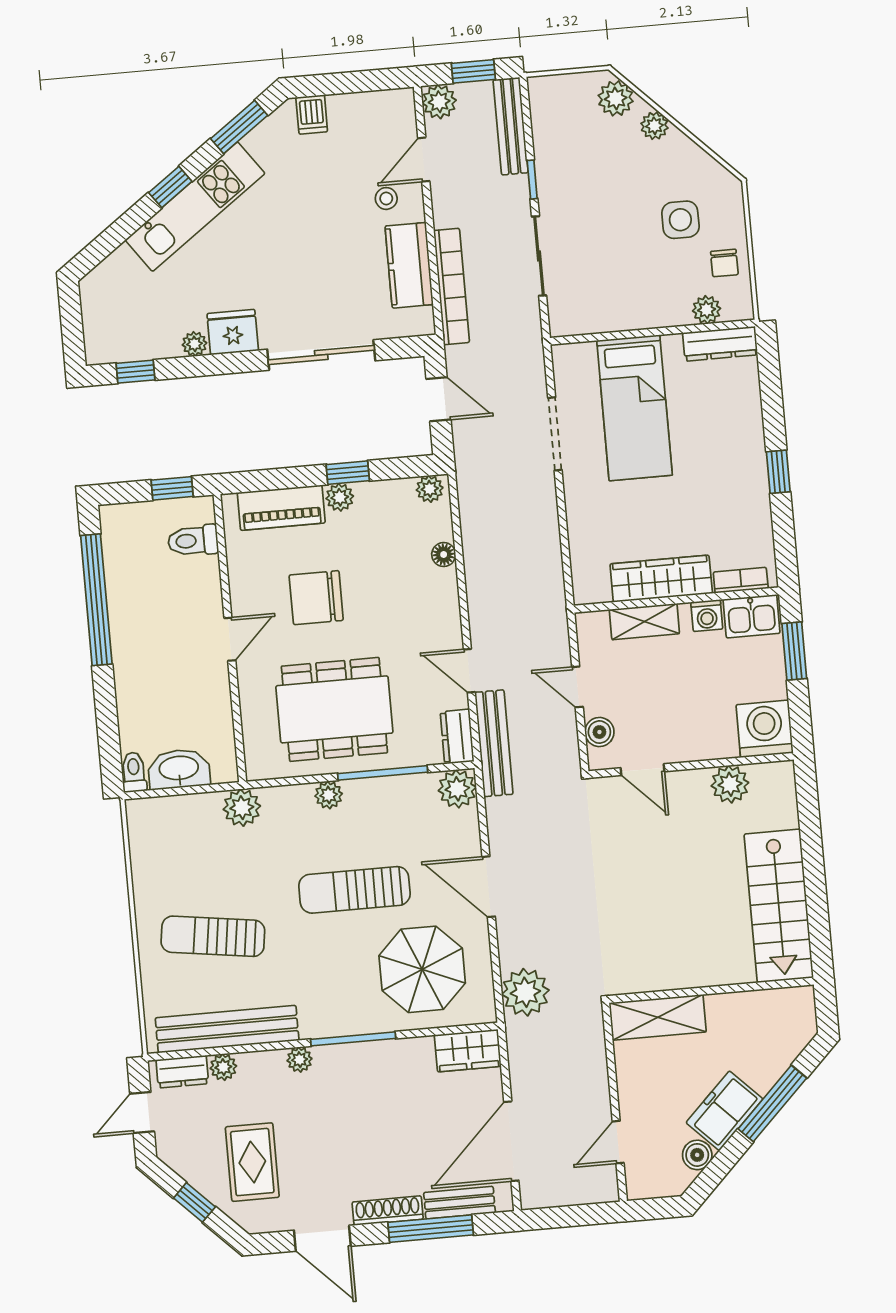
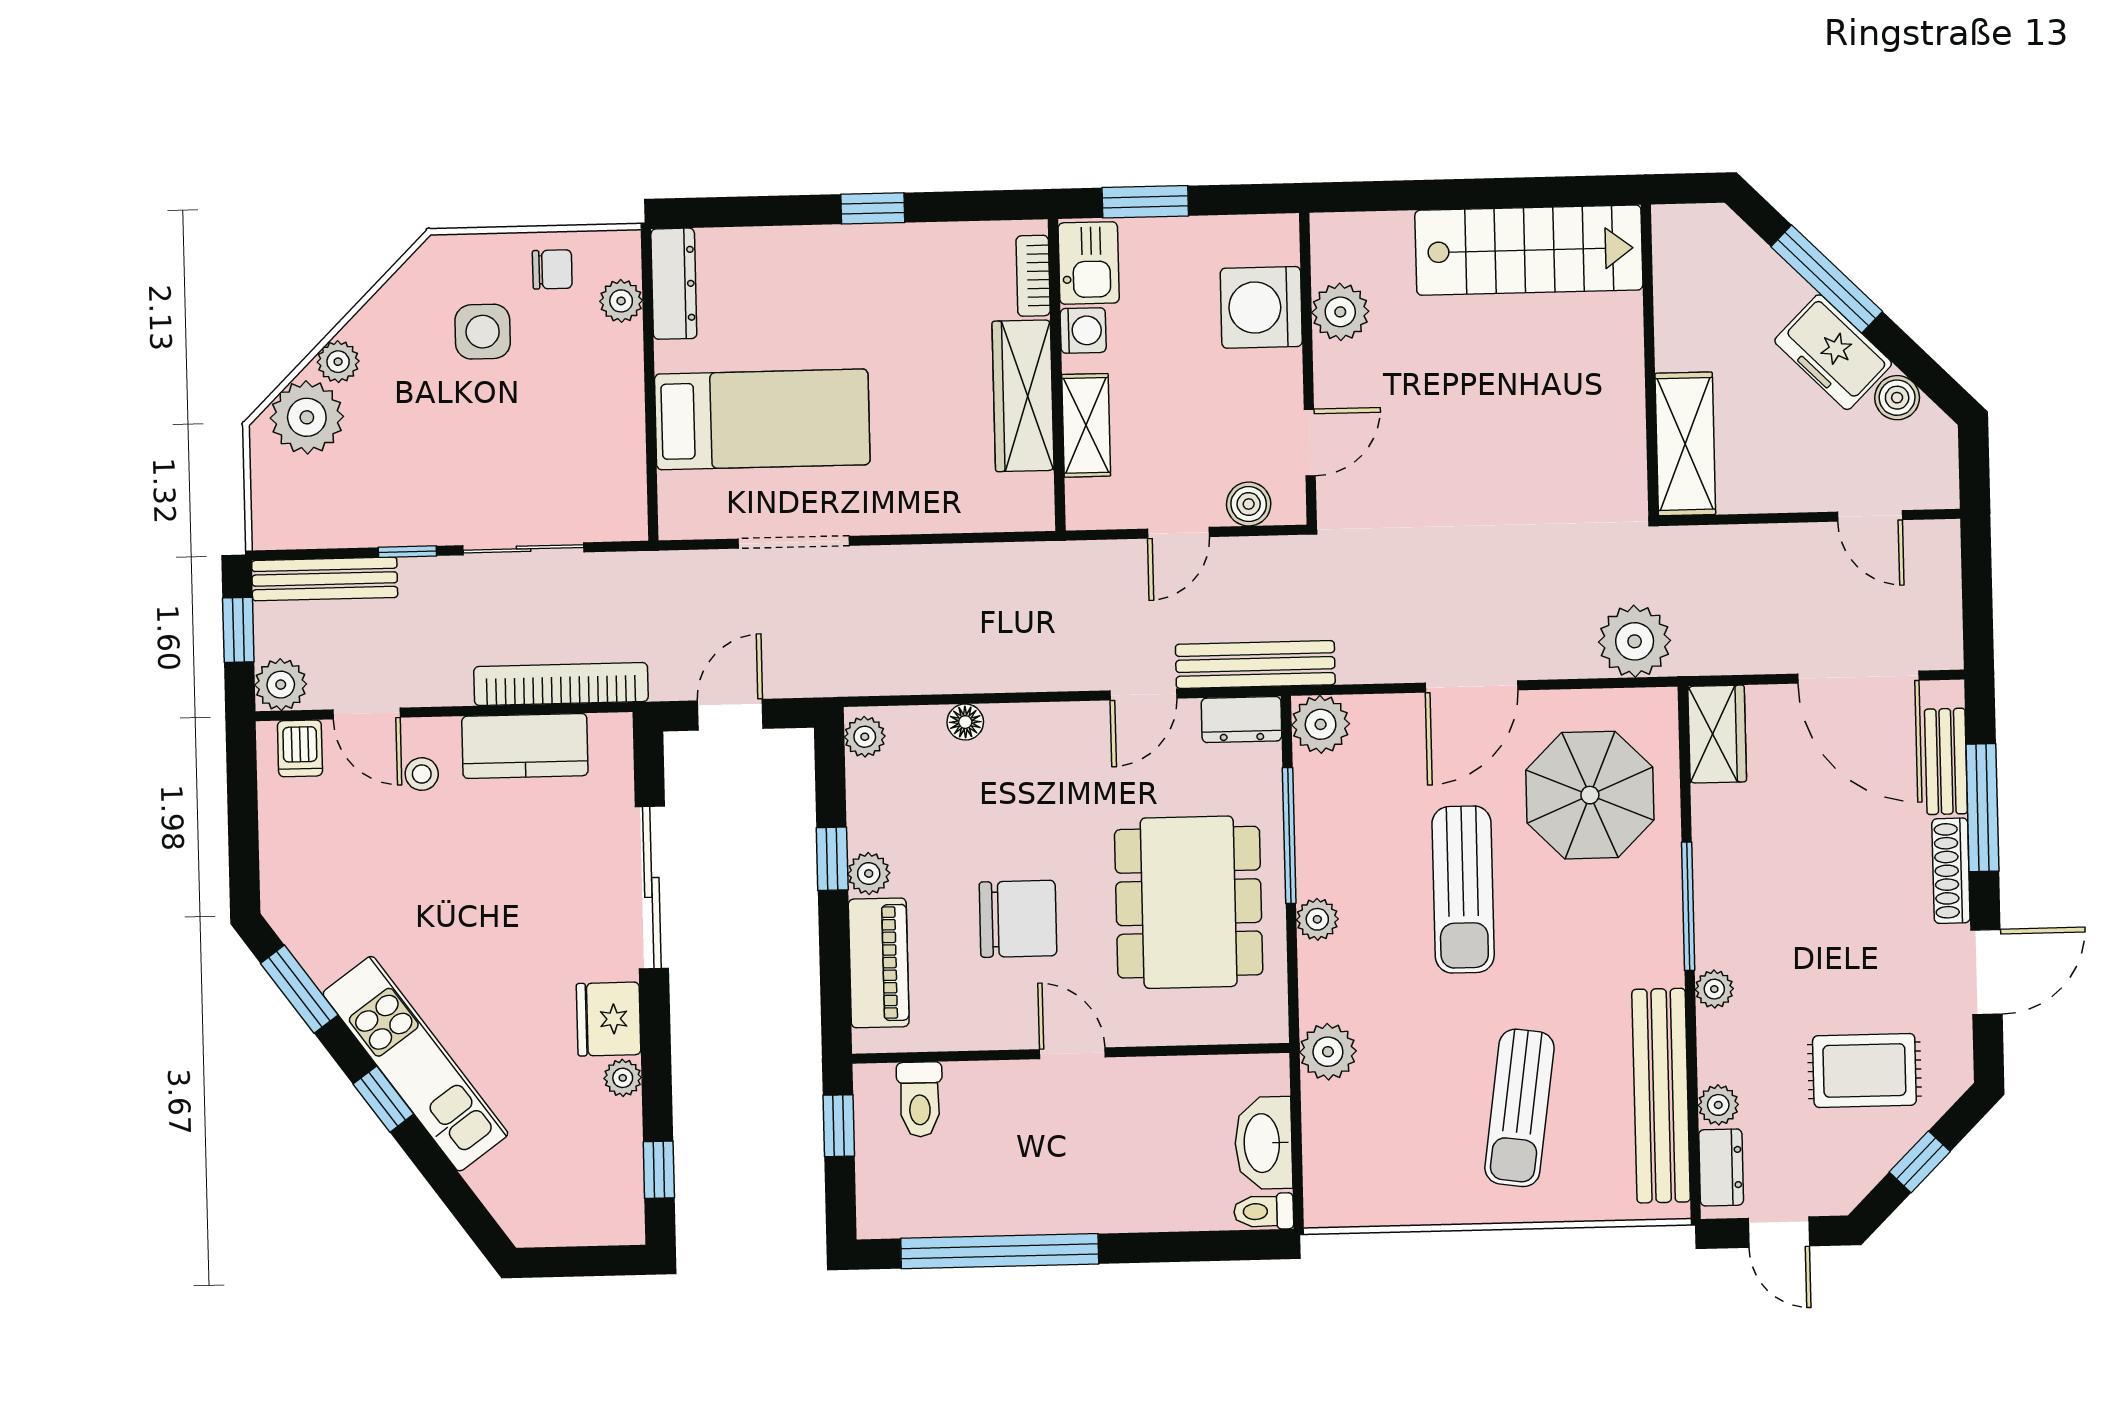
plant: (616, 98) -> (307, 417), width x1.36, depth x1.36
dishwasher: (312, 115) -> (300, 748), moved, turned 90
chair: (316, 598) -> (1018, 919), turned -90
washing machine: (765, 729) -> (1261, 307), moved

